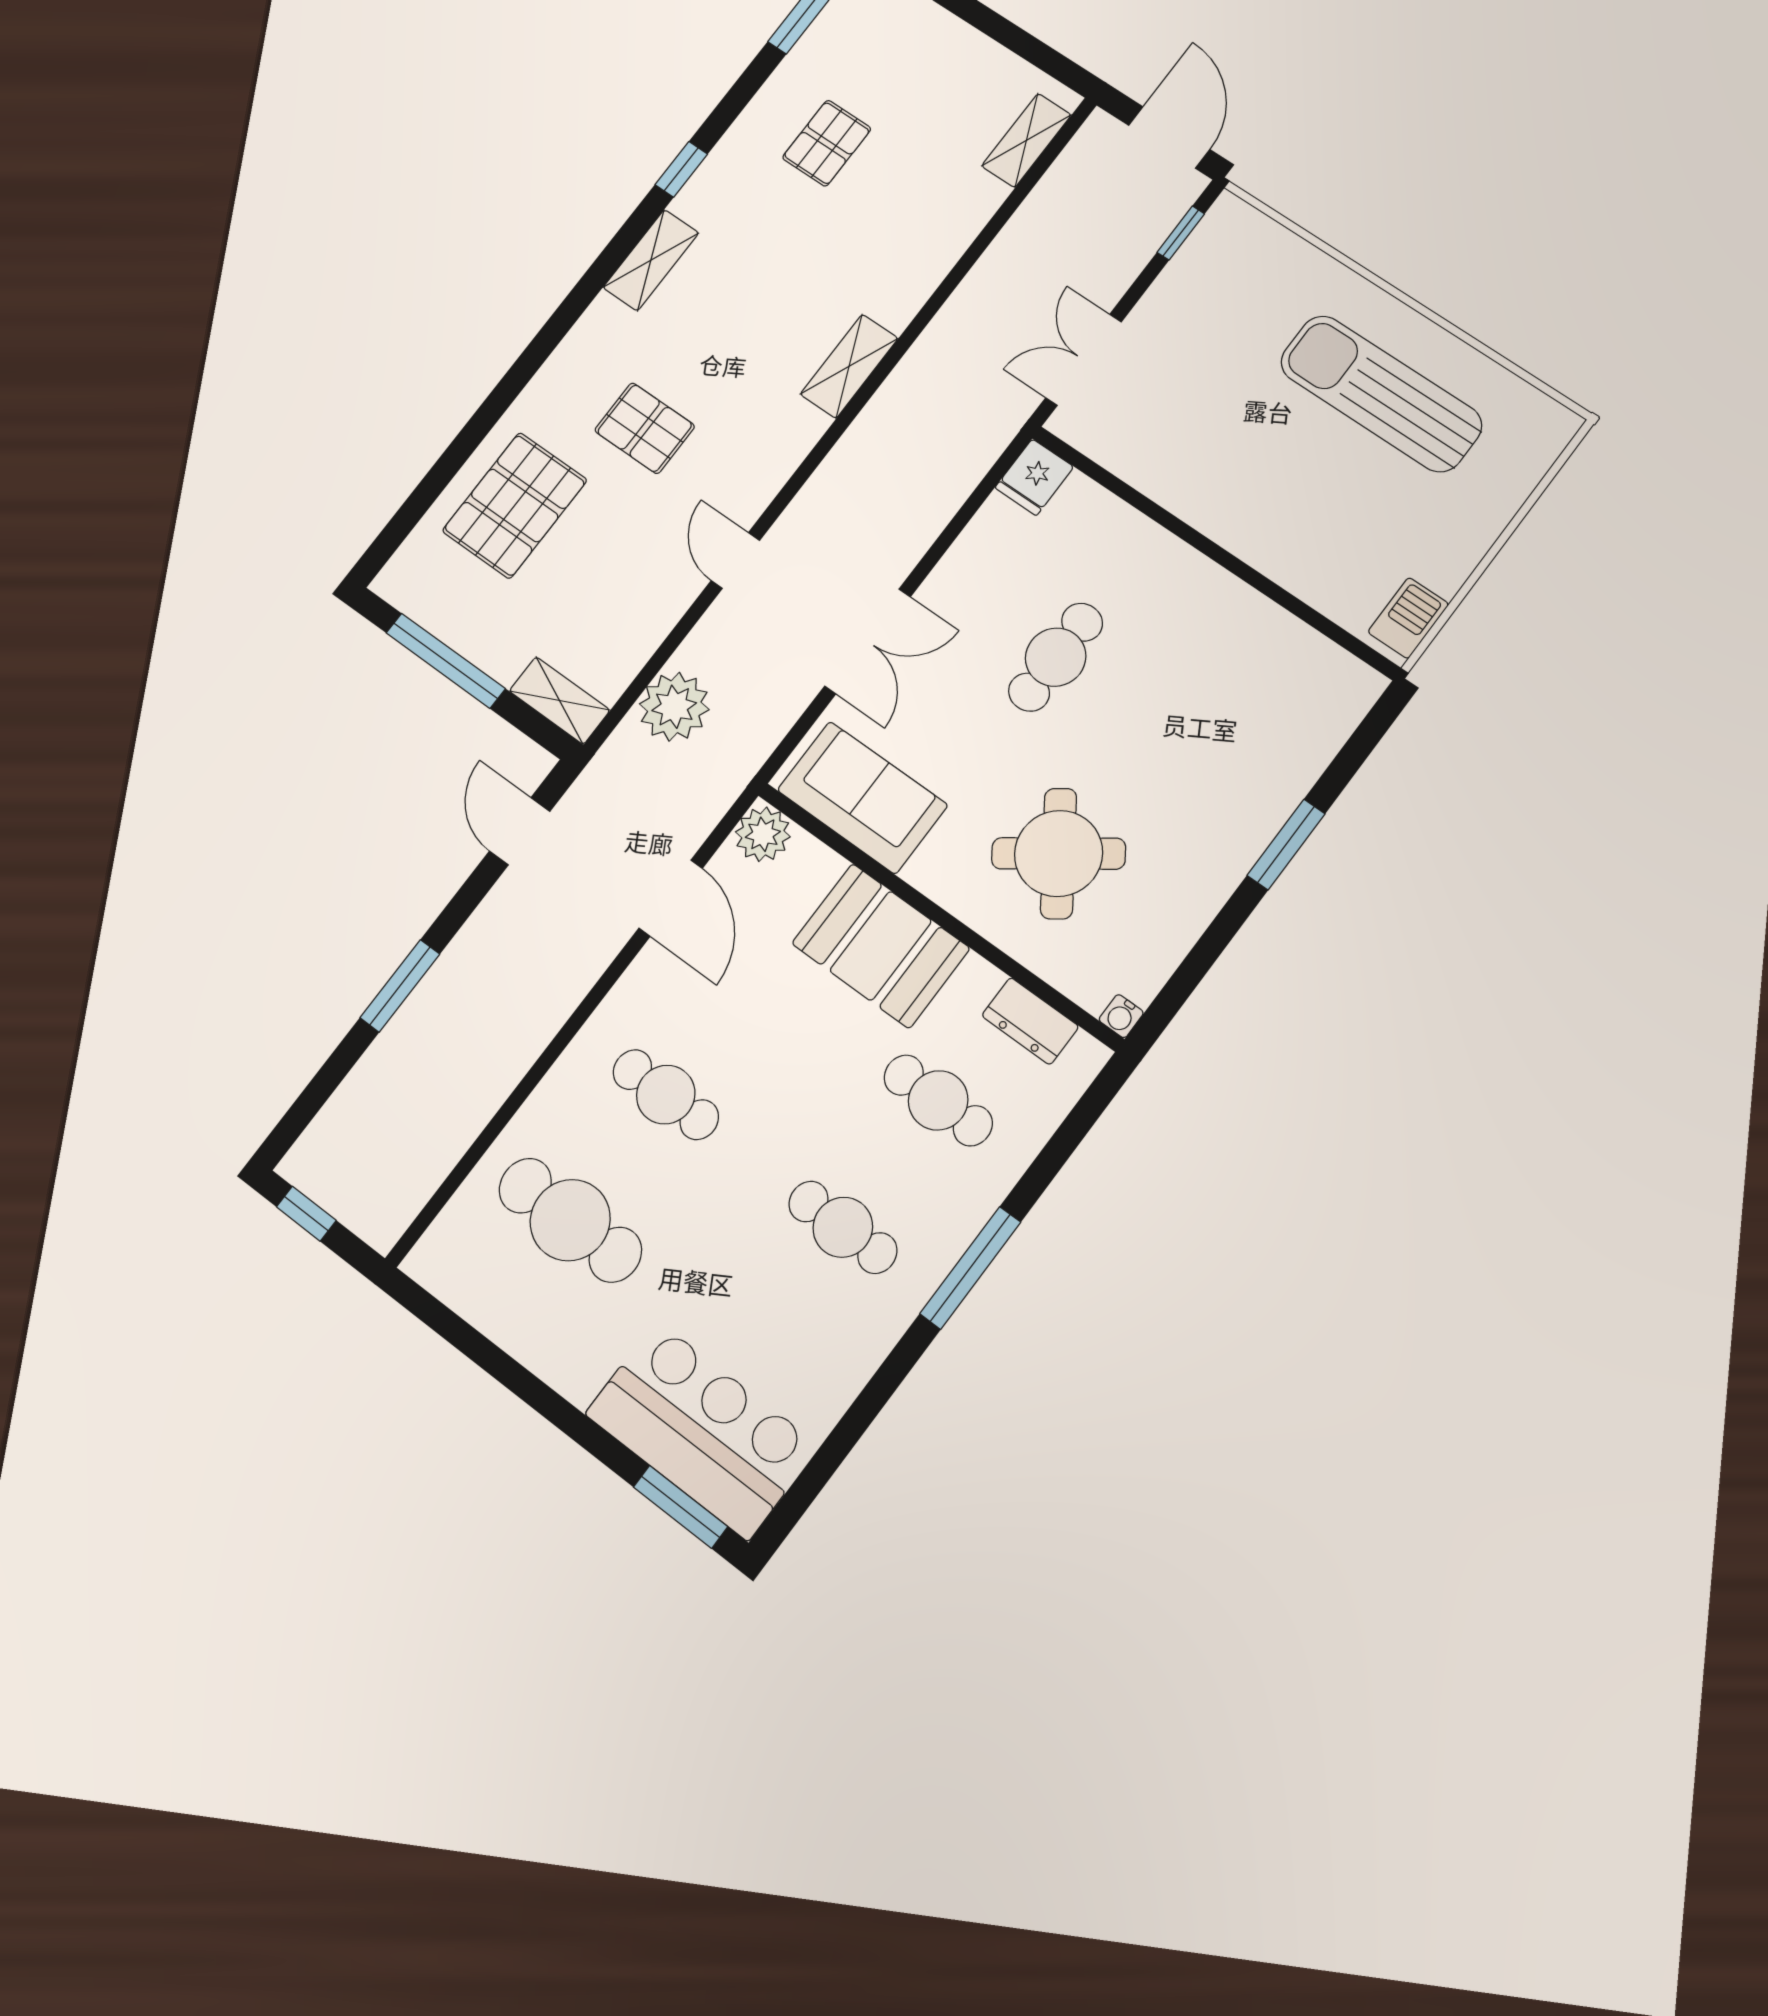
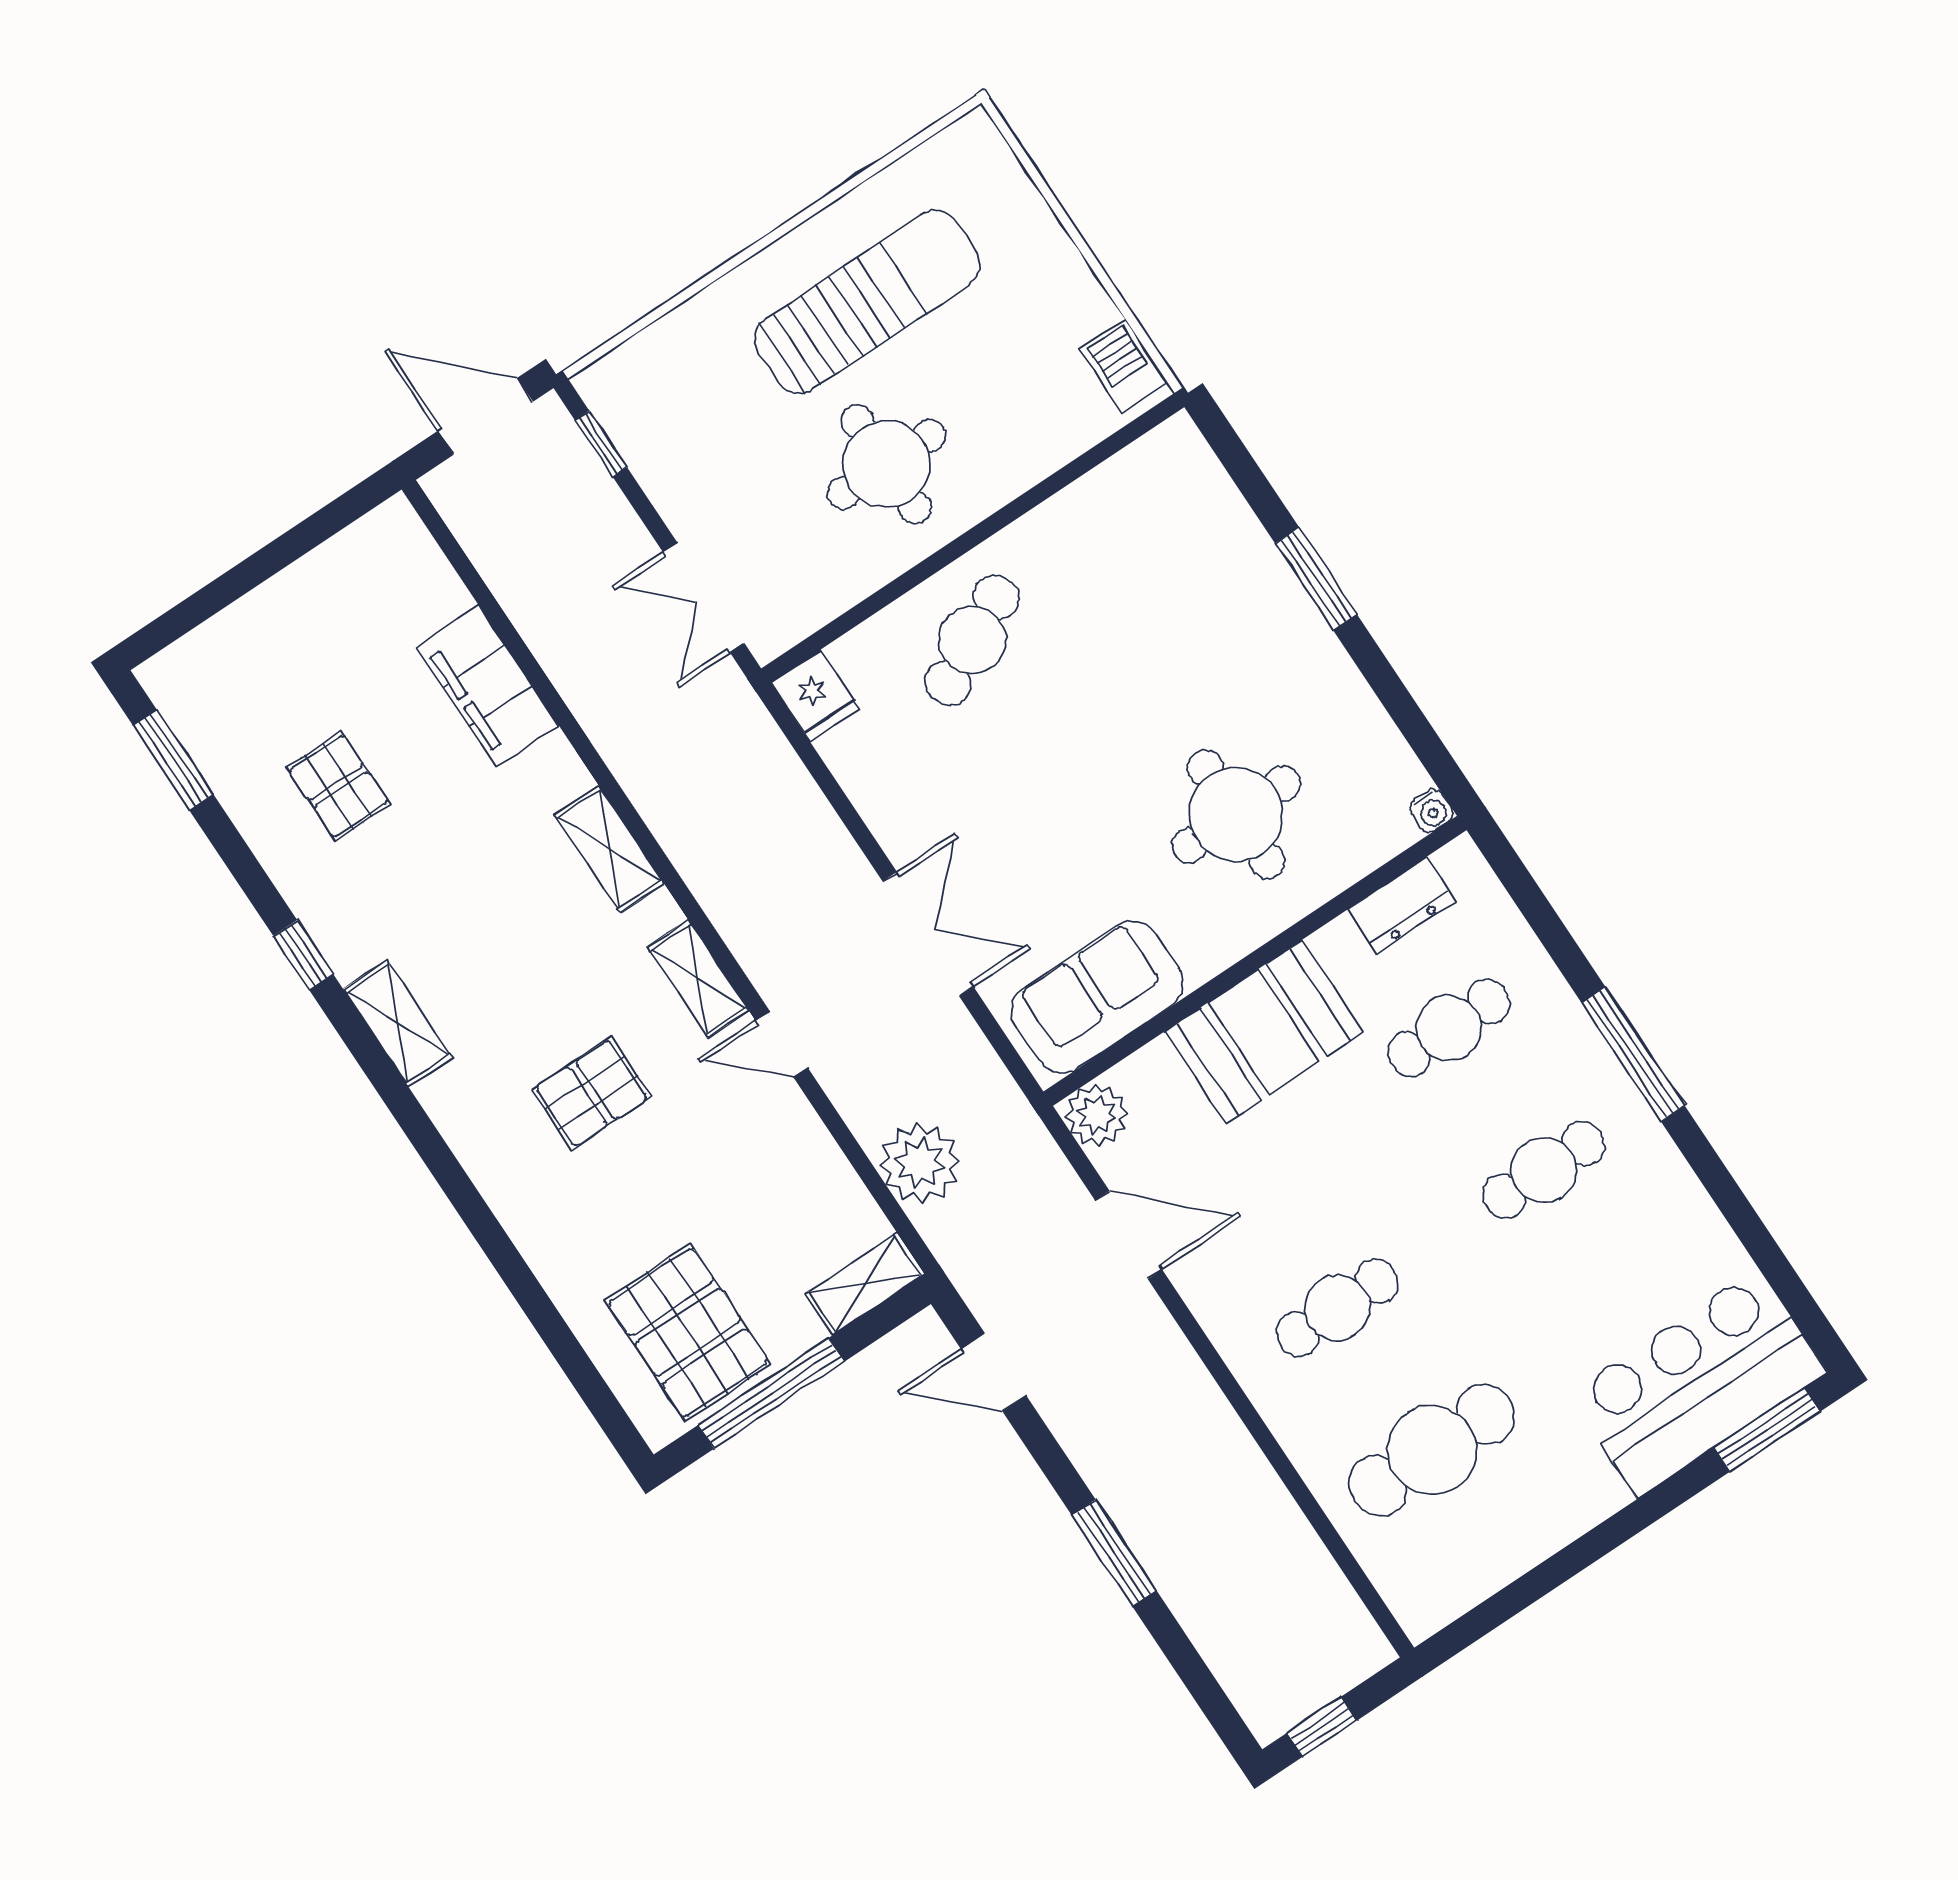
shelving: (1026, 140) -> (698, 979), moved
filing cabinet: (949, 223) -> (487, 686), added
sun lounger: (1381, 394) -> (867, 302), turned 180
round table: (1250, 460) -> (886, 464), added
pallet: (515, 505) -> (688, 1332), moved
cafe table: (1056, 657) -> (972, 640), moved, turned 63
round table: (1059, 854) -> (1236, 814), turned 35

